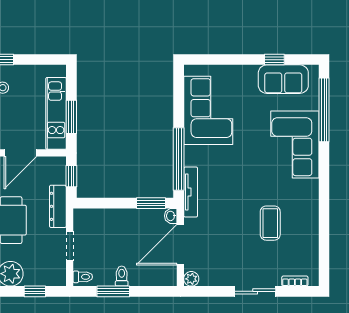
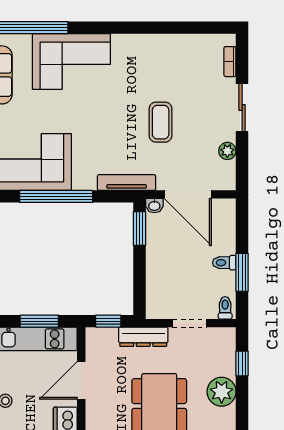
door: (20, 153) -> (81, 380), swing flipped
window: (179, 159) -> (56, 196), moved
coffee table: (270, 223) -> (161, 122), moved, turned 90
plant: (191, 279) -> (227, 151), moved

